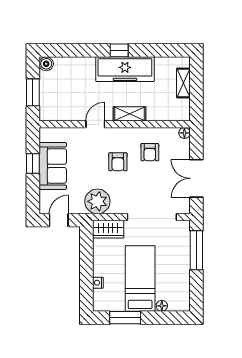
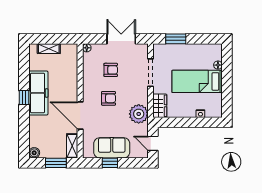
shelving: (130, 114) -> (72, 146), moved
door: (95, 124) -> (80, 115), width x1.88
armchair: (150, 152) -> (111, 70), moved
double door: (196, 178) -> (121, 39), swing flipped
doorway: (152, 217) -> (151, 73), width x0.73
window: (196, 250) -> (176, 39), width x0.69
window: (125, 318) -> (227, 93), removed

